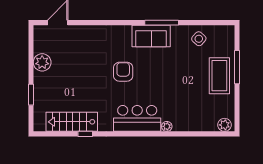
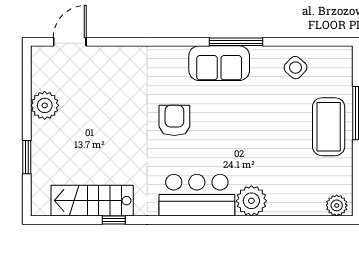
plant: (167, 126) -> (251, 201), width x1.87, depth x1.87

